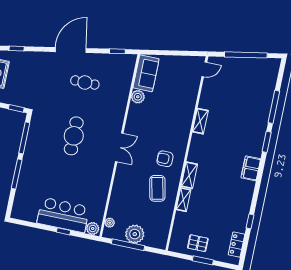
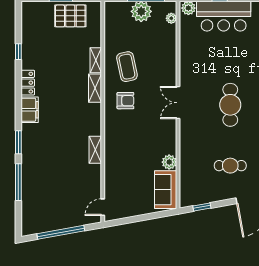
pallet: (198, 243) -> (70, 16), width x1.50, depth x1.42
locker: (237, 245) -> (28, 83), moved

